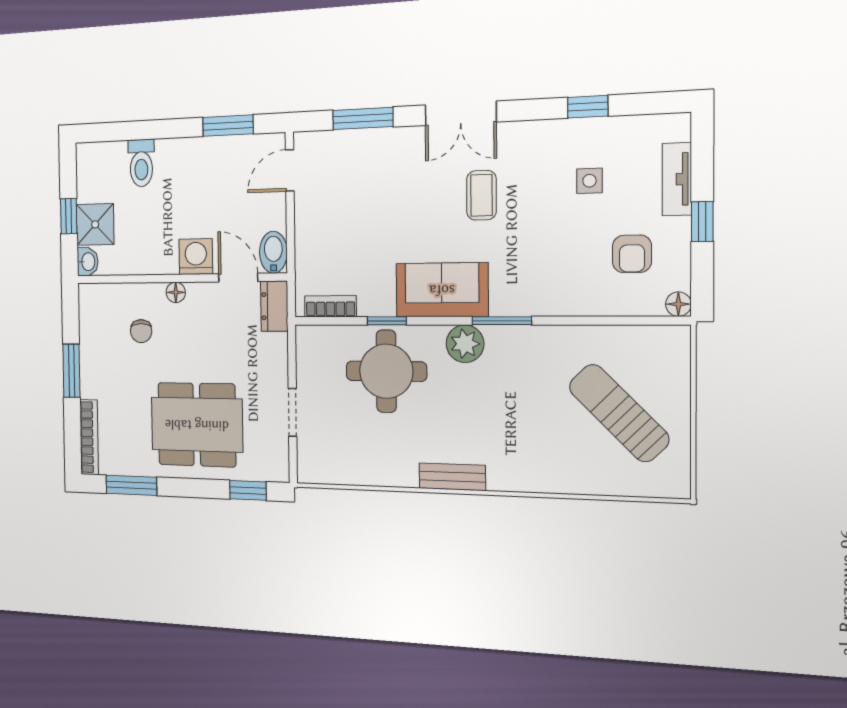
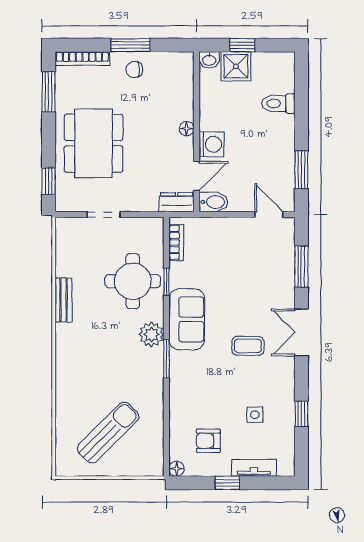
chair: (141, 331) -> (134, 69), moved
bench: (452, 477) -> (63, 300), moved

